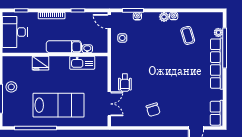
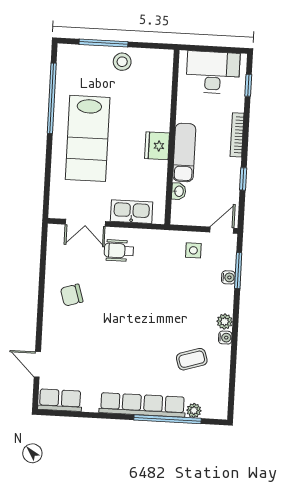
fridge: (41, 63) -> (157, 146), moved
kitchen sink: (82, 63) -> (132, 212), moved, turned 90

